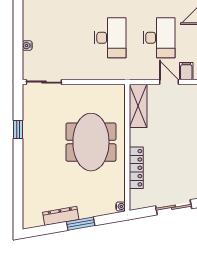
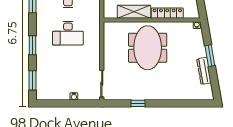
desk: (110, 38) -> (68, 33), turned 180
shelving: (138, 106) -> (134, 12), moved
meeting table: (91, 142) -> (148, 48), turned 90

